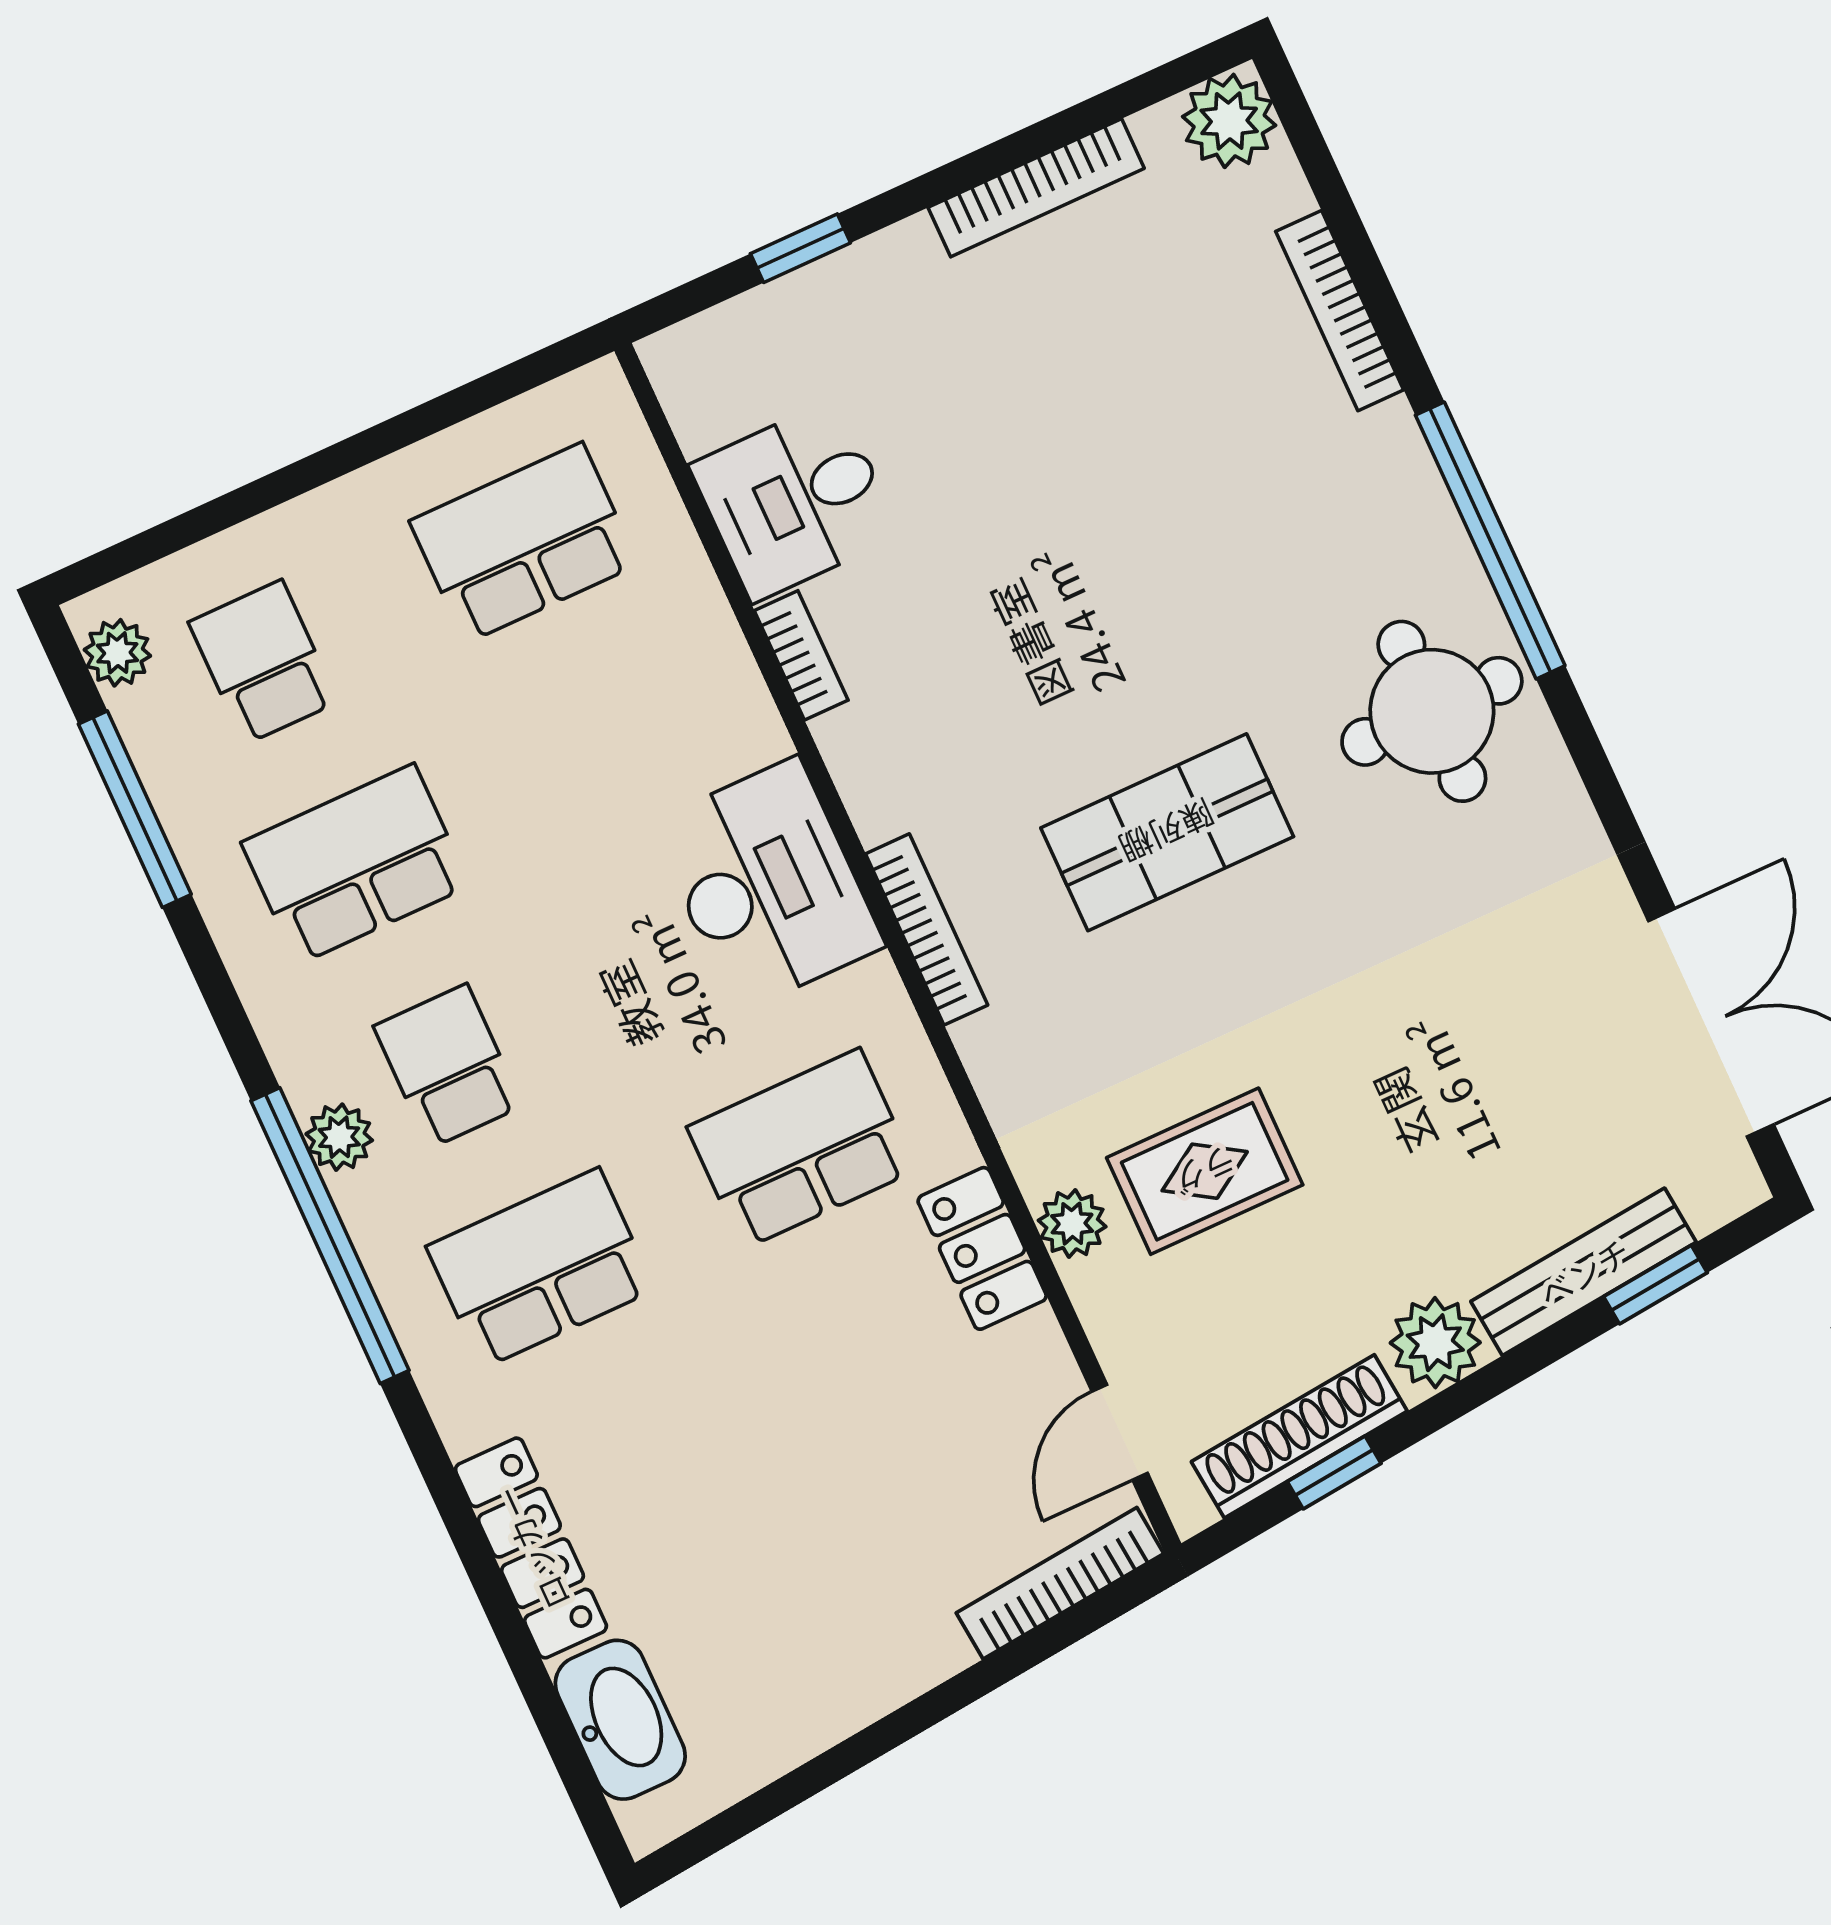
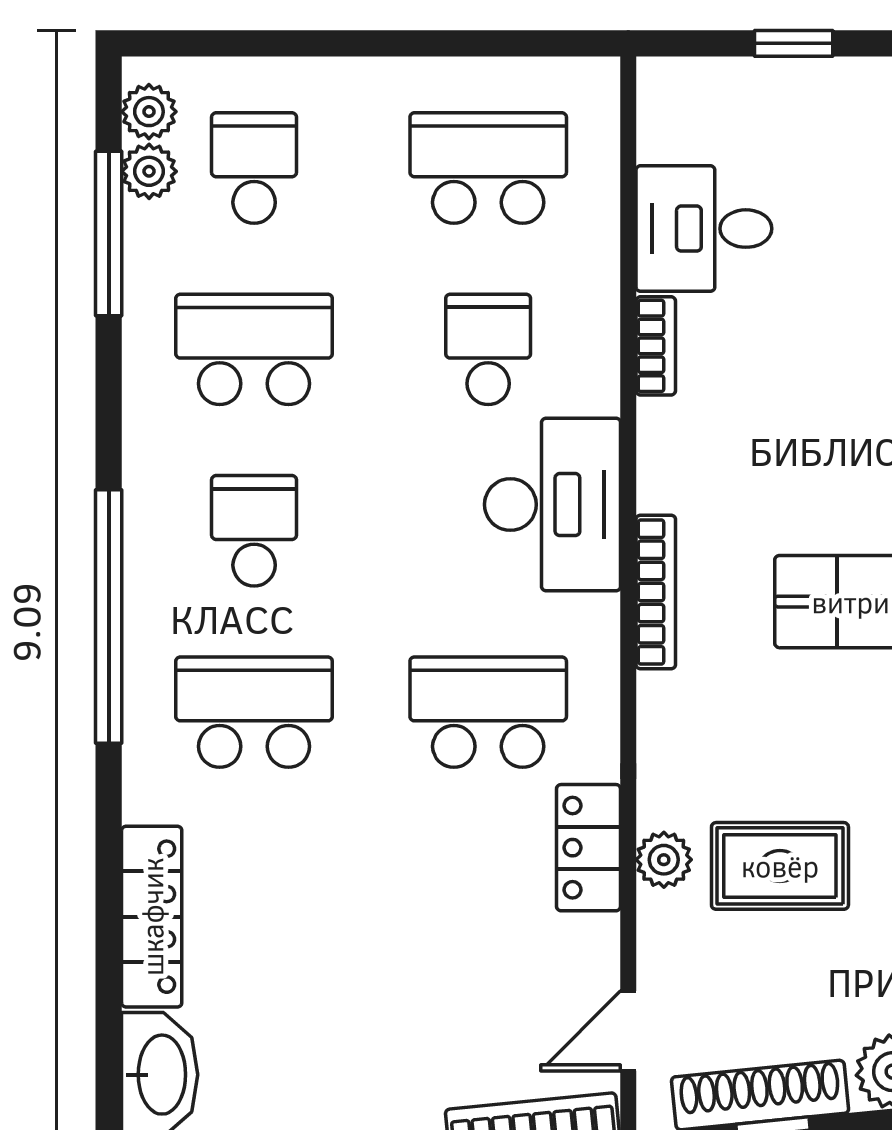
school desk: (616, 745) -> (488, 349), added
plant: (339, 1137) -> (149, 171), moved

